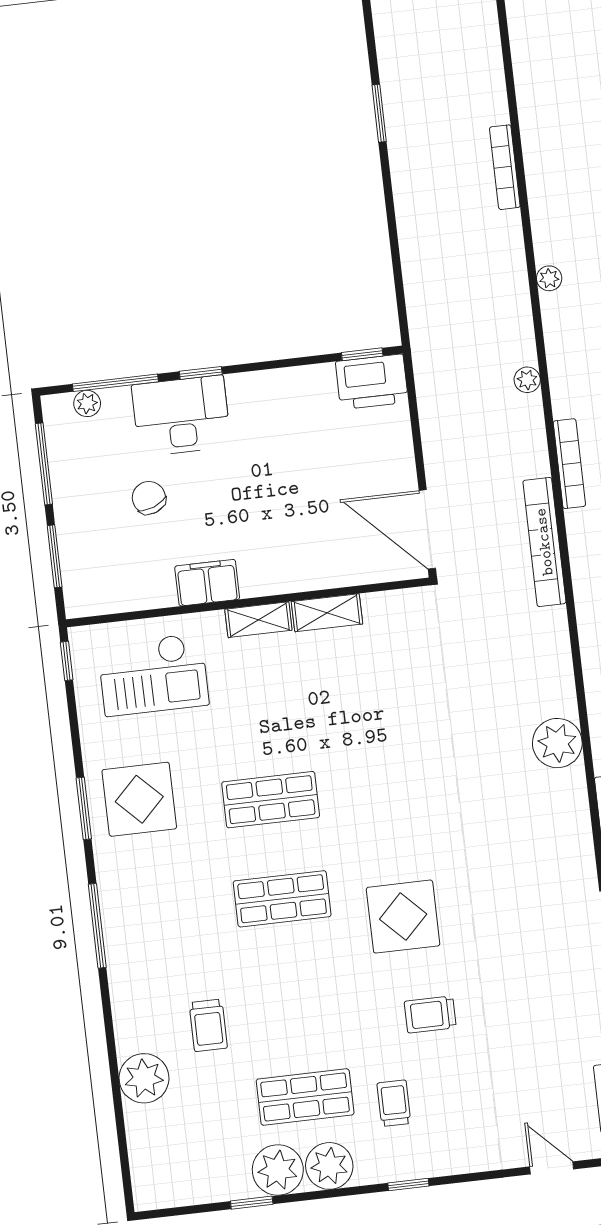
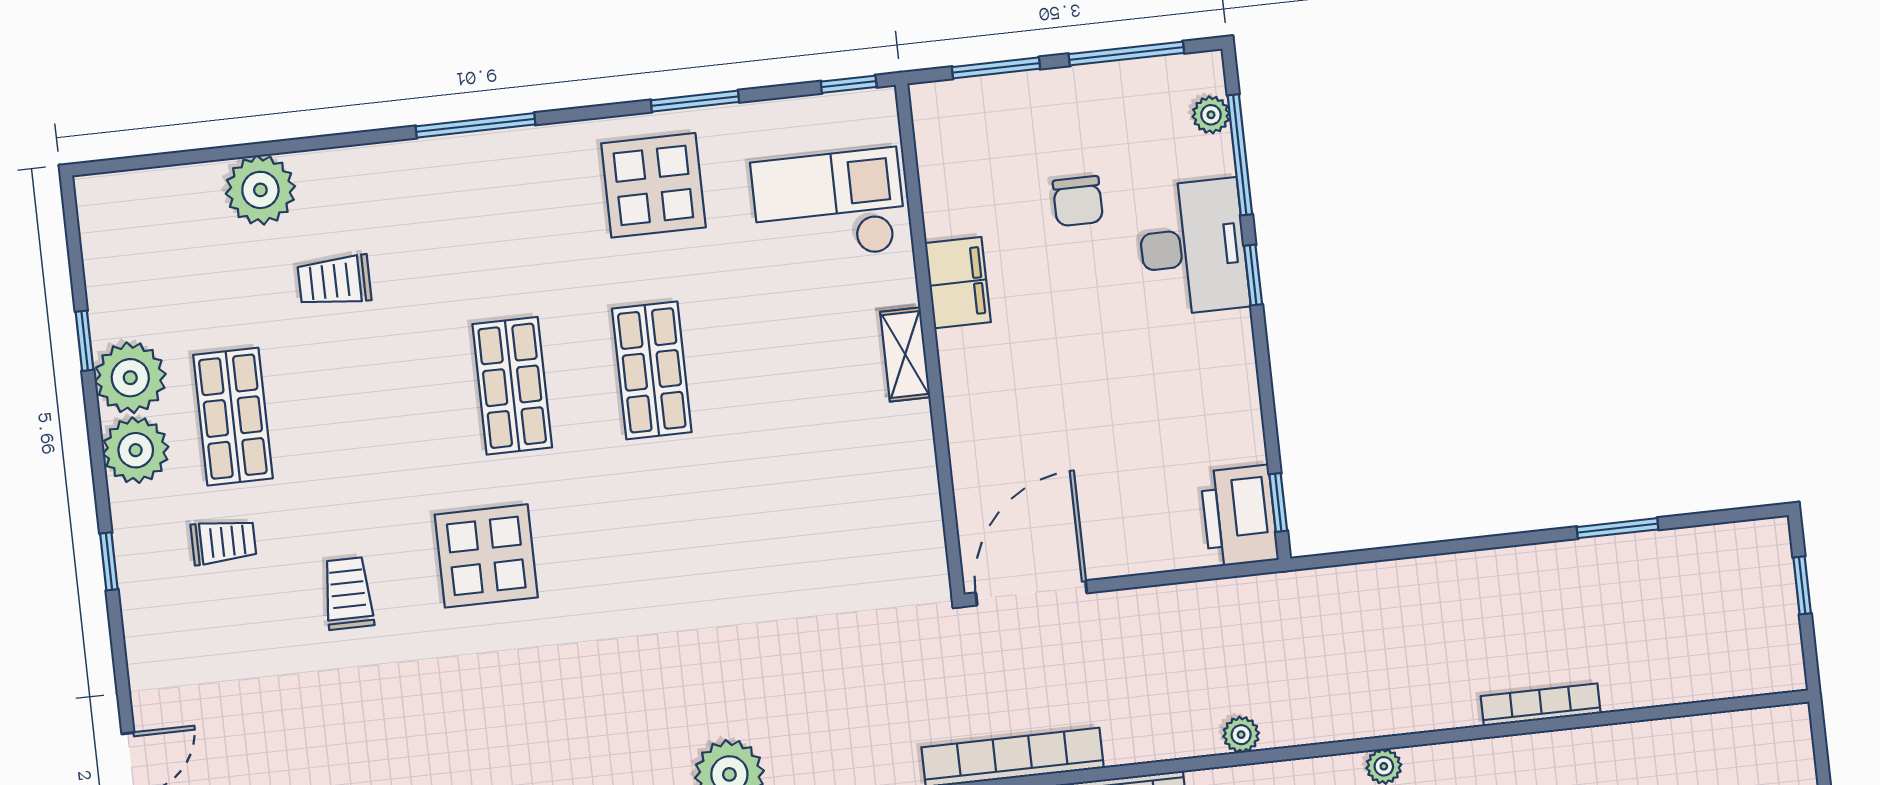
chair: (149, 498) -> (1078, 201), turned 111
shelving: (327, 613) -> (915, 451), removed
checkout: (153, 675) -> (829, 206), turned 90
window: (84, 808) -> (695, 101), moved

